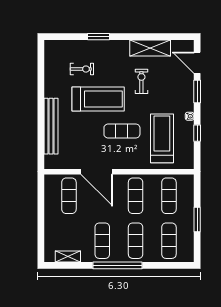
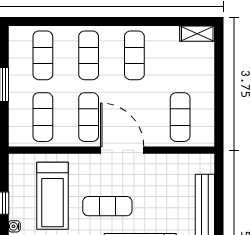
door: (97, 172) -> (122, 150), moved
shelving: (68, 257) -> (197, 34), moved
window: (118, 265) -> (113, 21), removed

